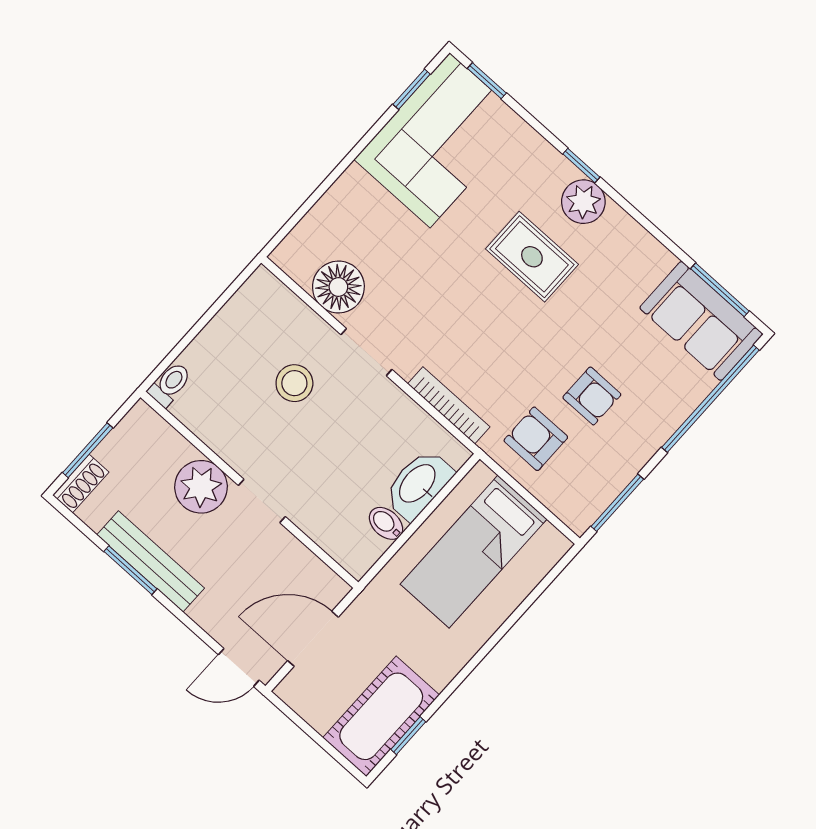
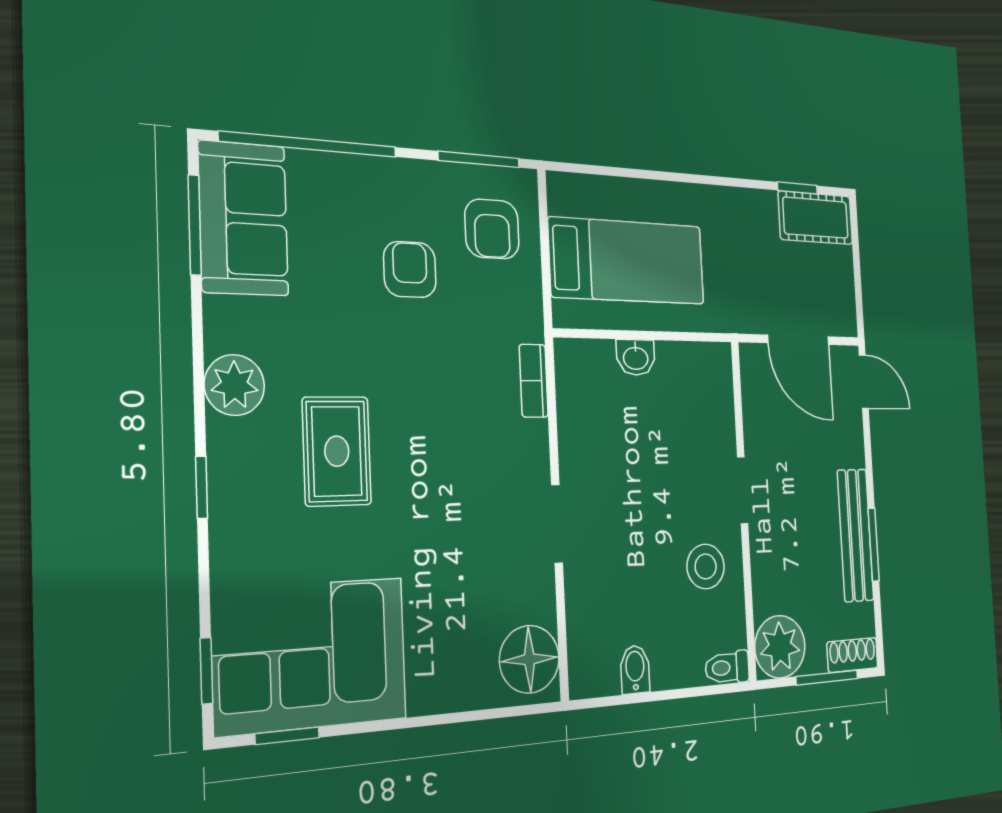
plant: (583, 202) -> (234, 385), moved
floor lamp: (338, 287) -> (529, 659), moved
stool: (294, 383) -> (706, 566), moved
bookcase: (449, 405) -> (534, 381), width x0.64
armchair: (536, 439) -> (492, 229), moved
washbasin: (418, 484) -> (636, 357), width x0.52, depth x0.69
plant: (201, 487) -> (780, 647), moved
bidet: (386, 523) -> (635, 669), moved, turned 180
cot: (381, 716) -> (816, 218), width x0.73, depth x0.75

